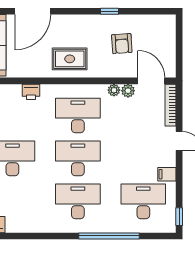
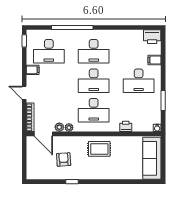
door: (33, 11) -> (125, 182), removed

